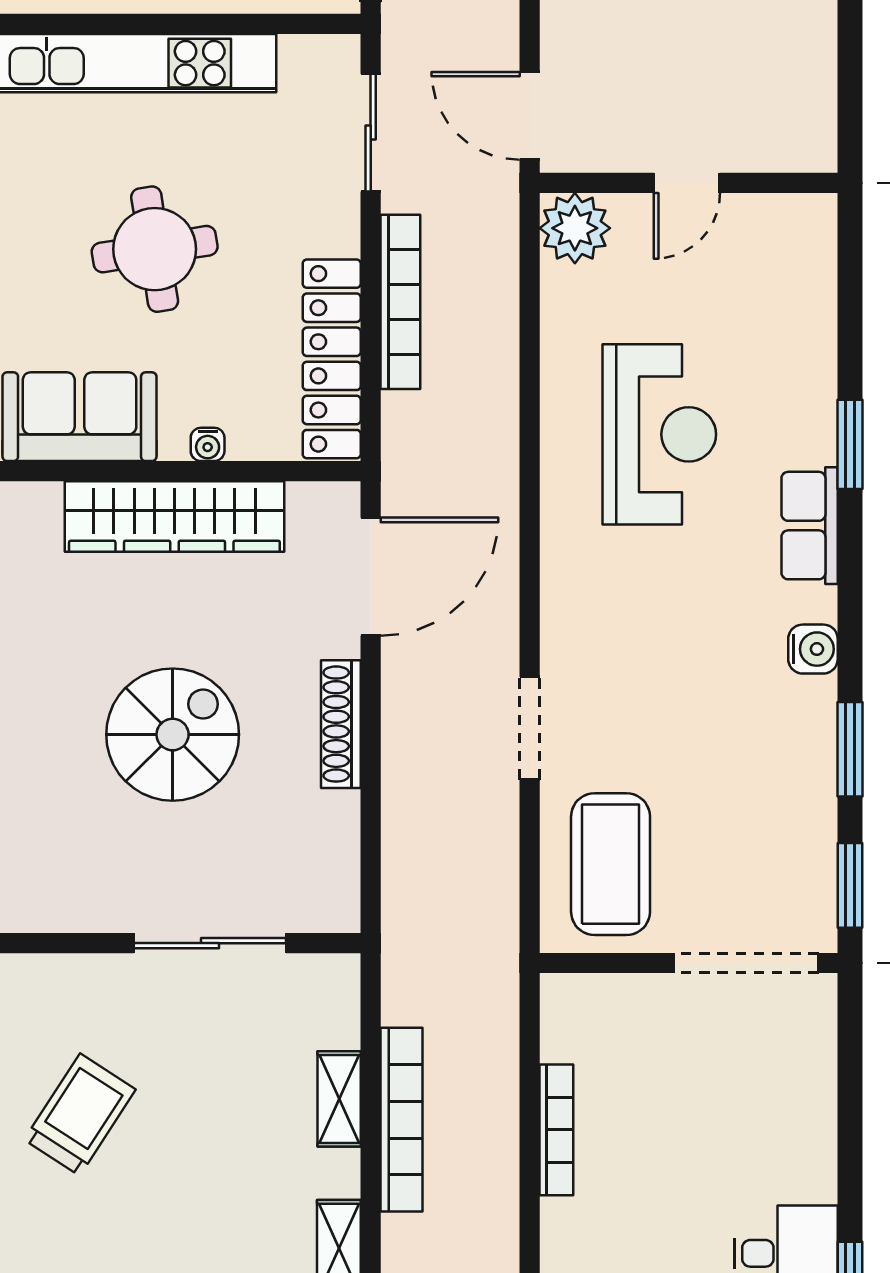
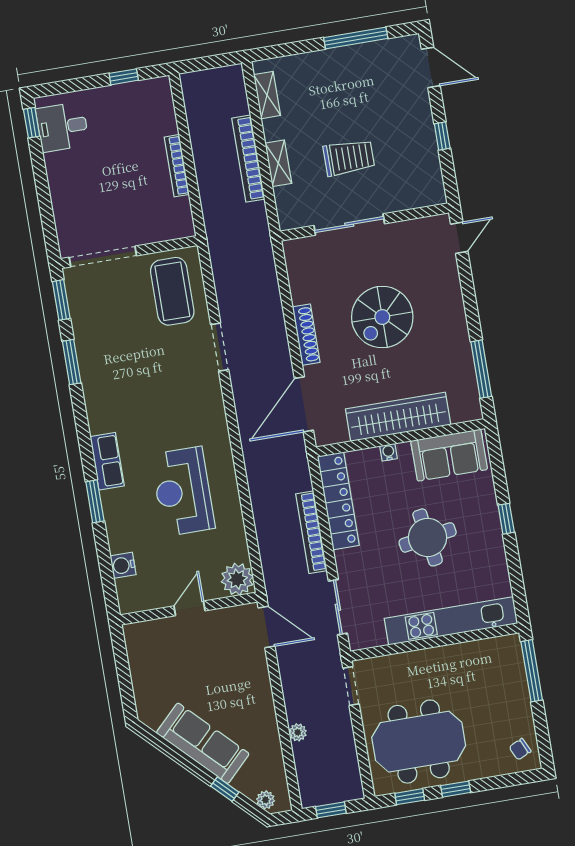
water cooler: (813, 649) -> (123, 565), moved
trolley: (80, 1115) -> (349, 158), moved, turned -123

